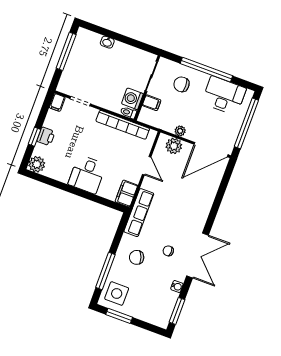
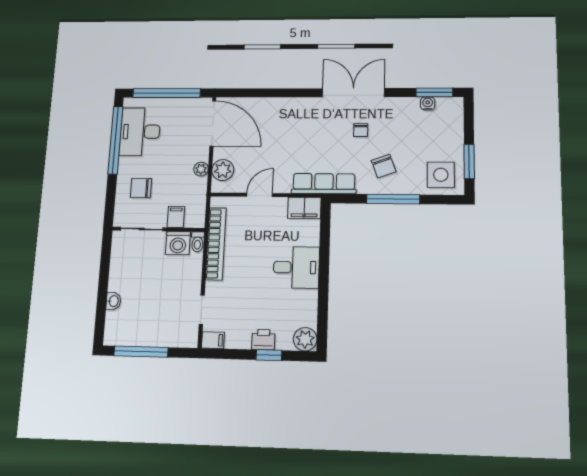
window: (206, 70) -> (115, 140), moved
chair: (181, 84) -> (141, 188), turned 90
window: (105, 271) -> (393, 199), moved
water cooler: (177, 286) -> (428, 103), moved

